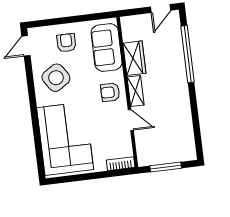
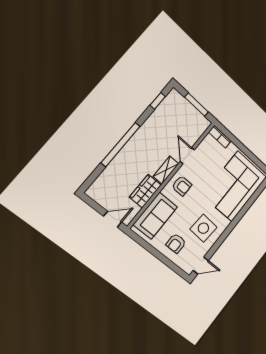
door: (161, 9) -> (113, 219), moved
window: (188, 54) -> (121, 145), moved
side table: (56, 78) -> (203, 228), turned 37
window: (198, 136) -> (158, 101), added

